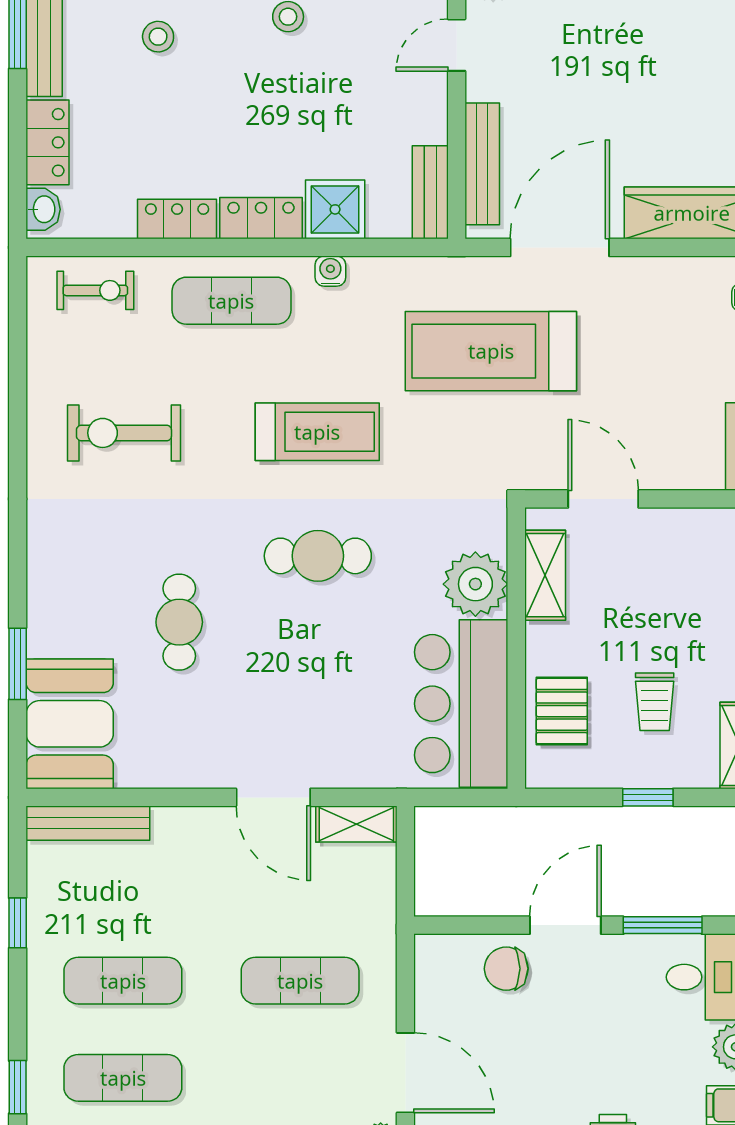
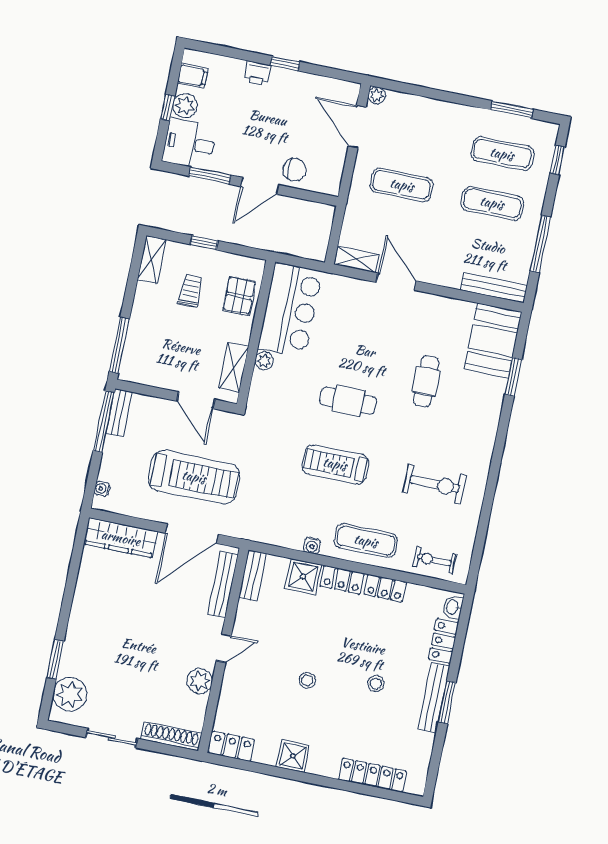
treadmill: (491, 351) -> (194, 477), moved
plant: (475, 584) -> (264, 361), width x0.53, depth x0.53
window: (18, 923) -> (540, 244), width x2.17

